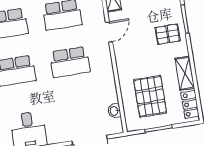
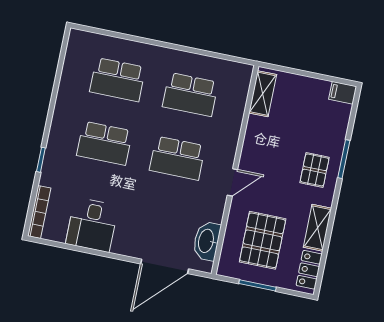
door: (109, 32) -> (232, 182), moved
pallet: (168, 34) -> (315, 170), turned 90
washbasin: (114, 111) -> (207, 241), width x1.91, depth x1.45

